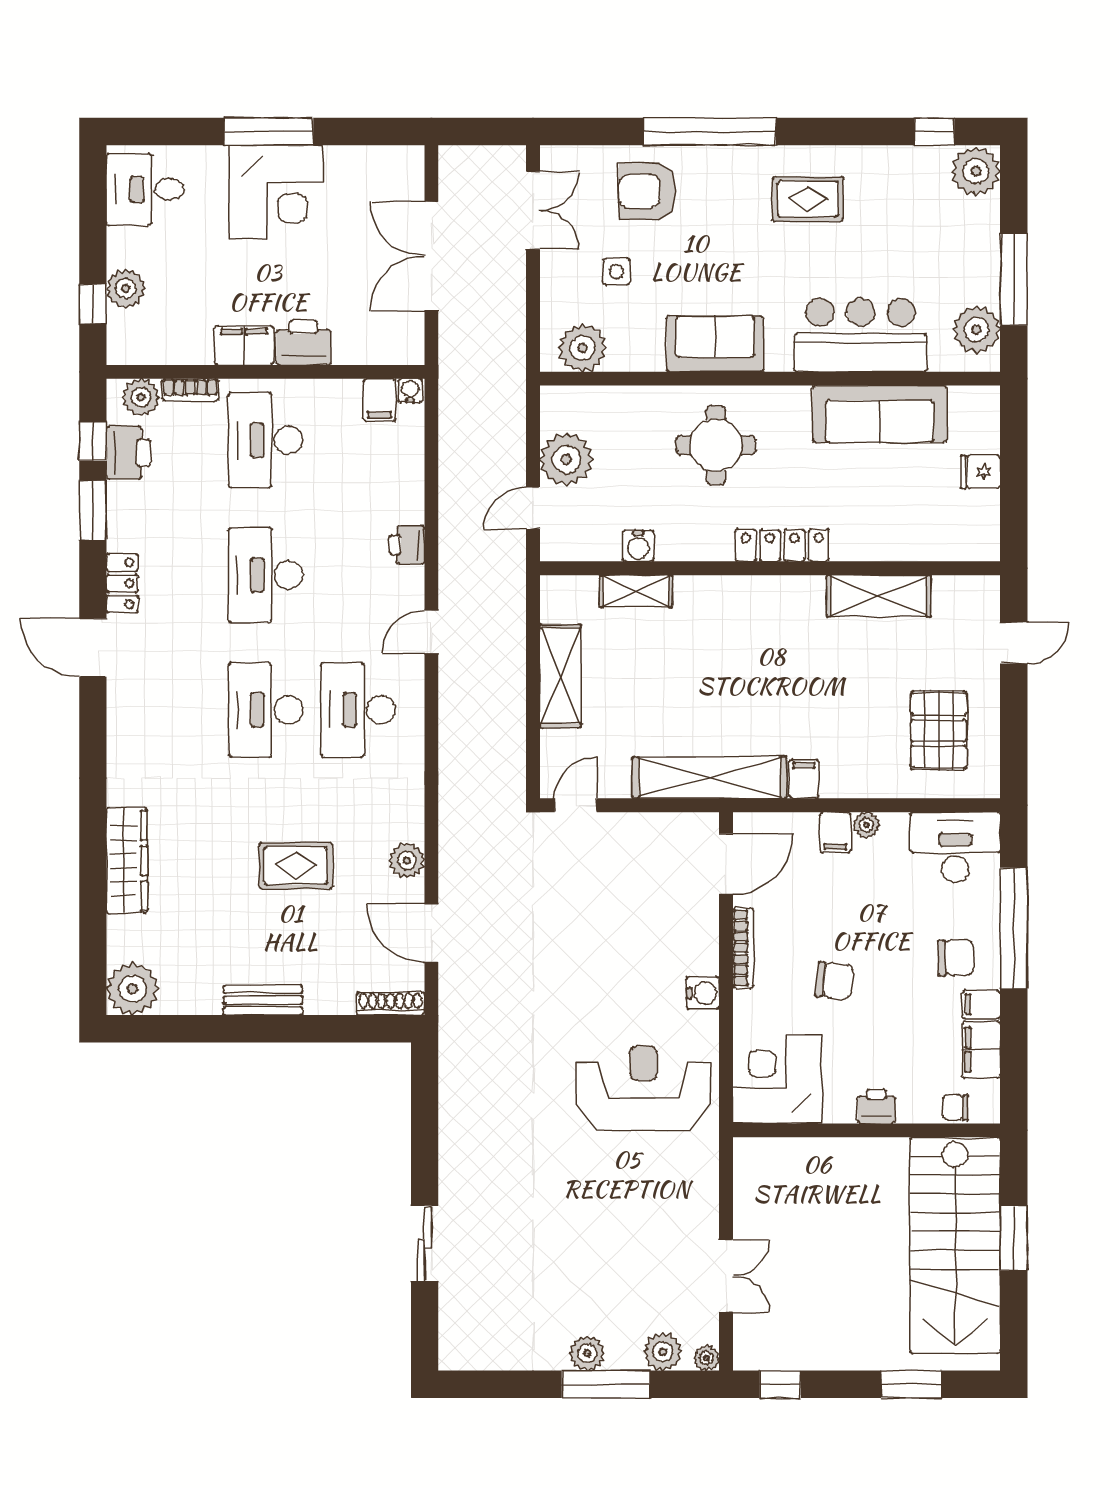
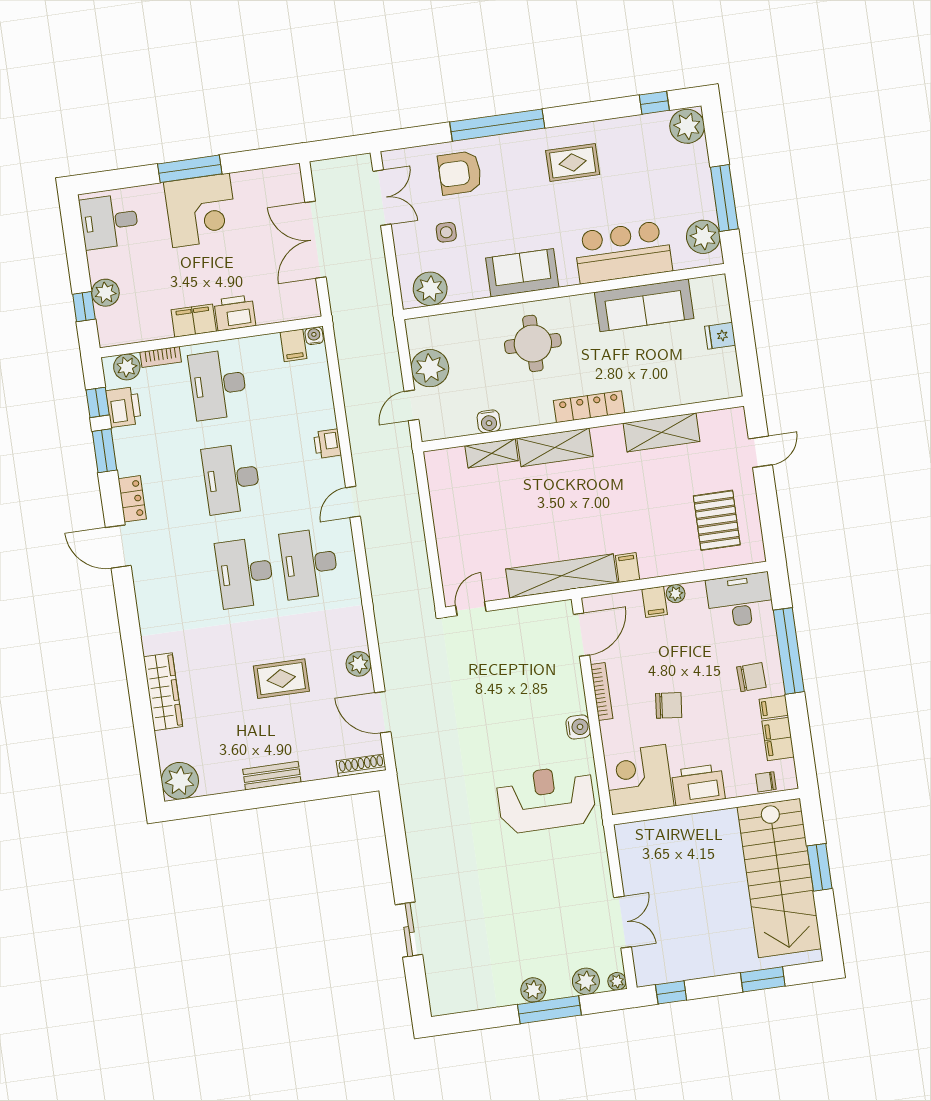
shelving: (560, 676) -> (555, 447), moved, turned 90
printer: (876, 1106) -> (698, 785), width x1.87, depth x1.48

